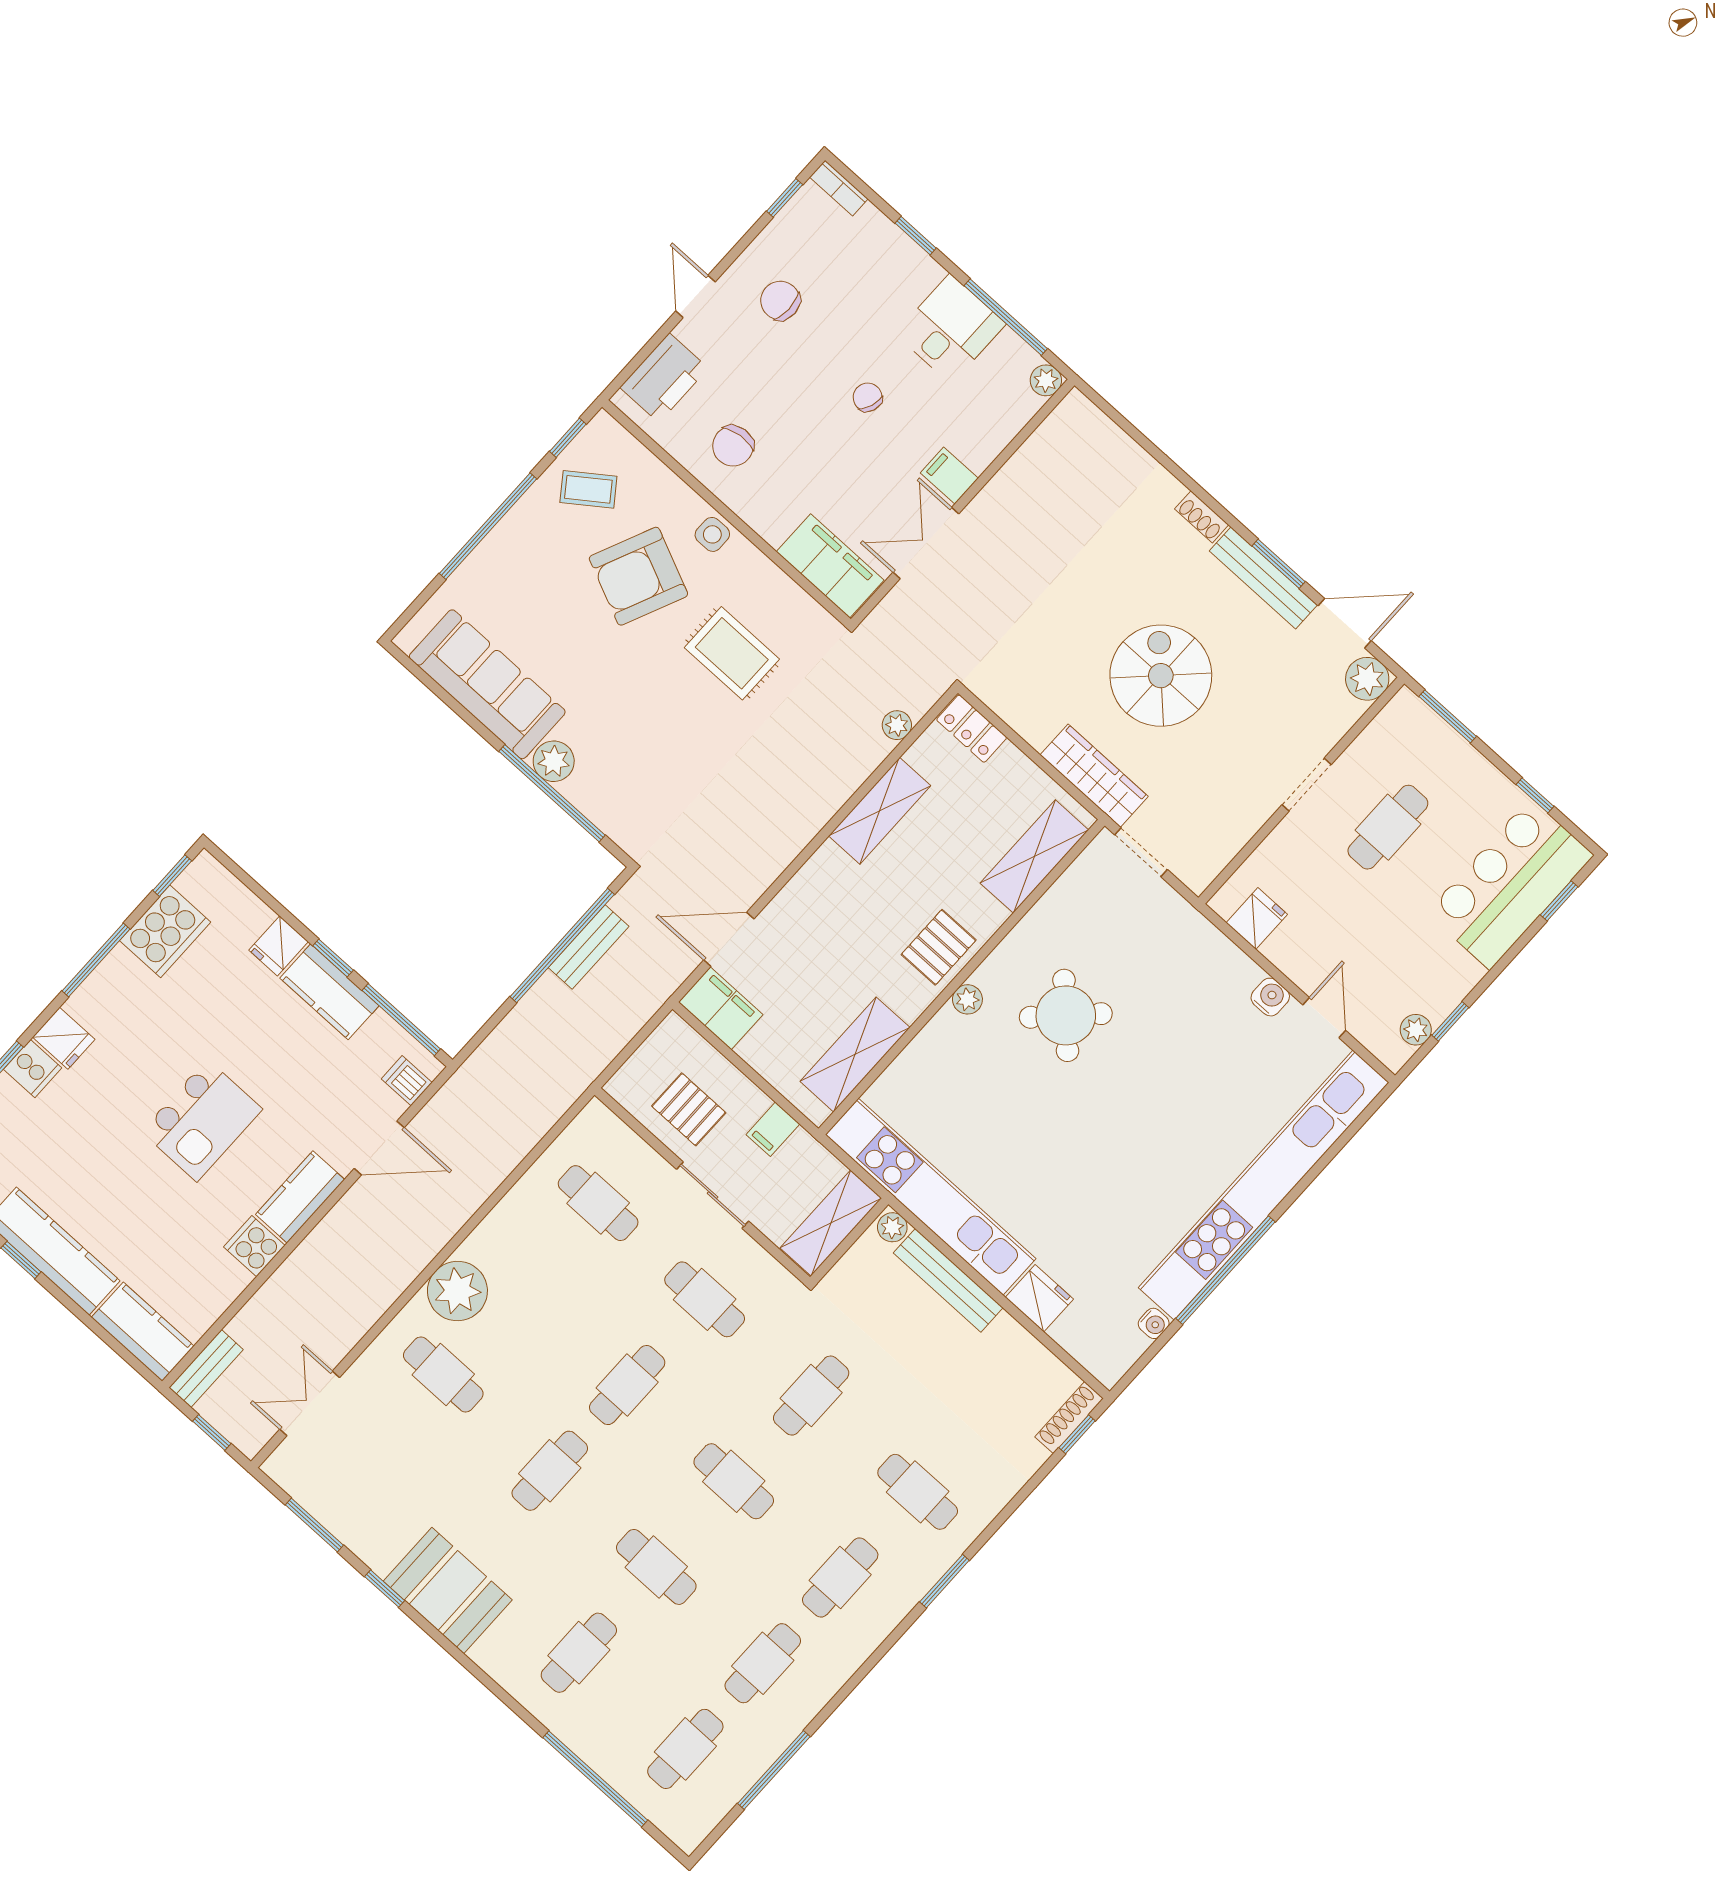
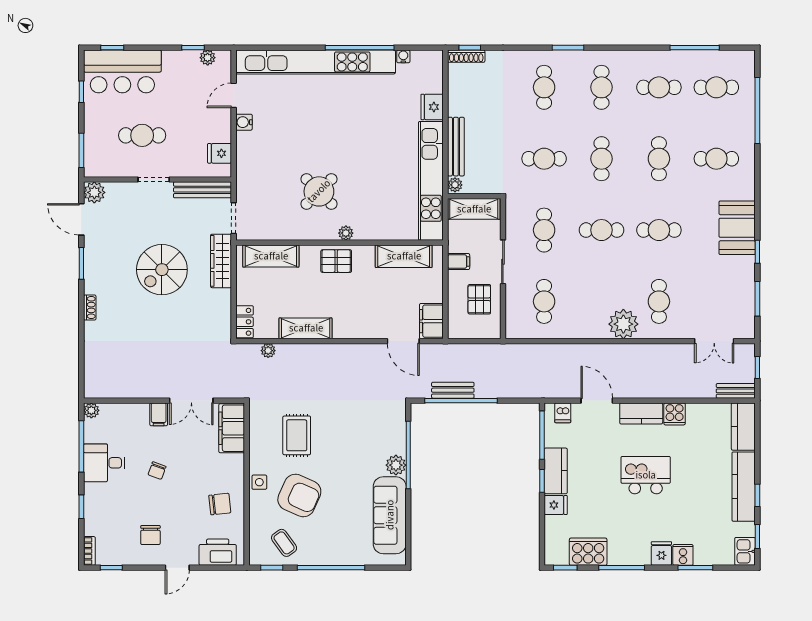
bench: (1263, 578) -> (202, 190), moved, turned 90
cafe table: (840, 1577) -> (601, 87), turned 90

